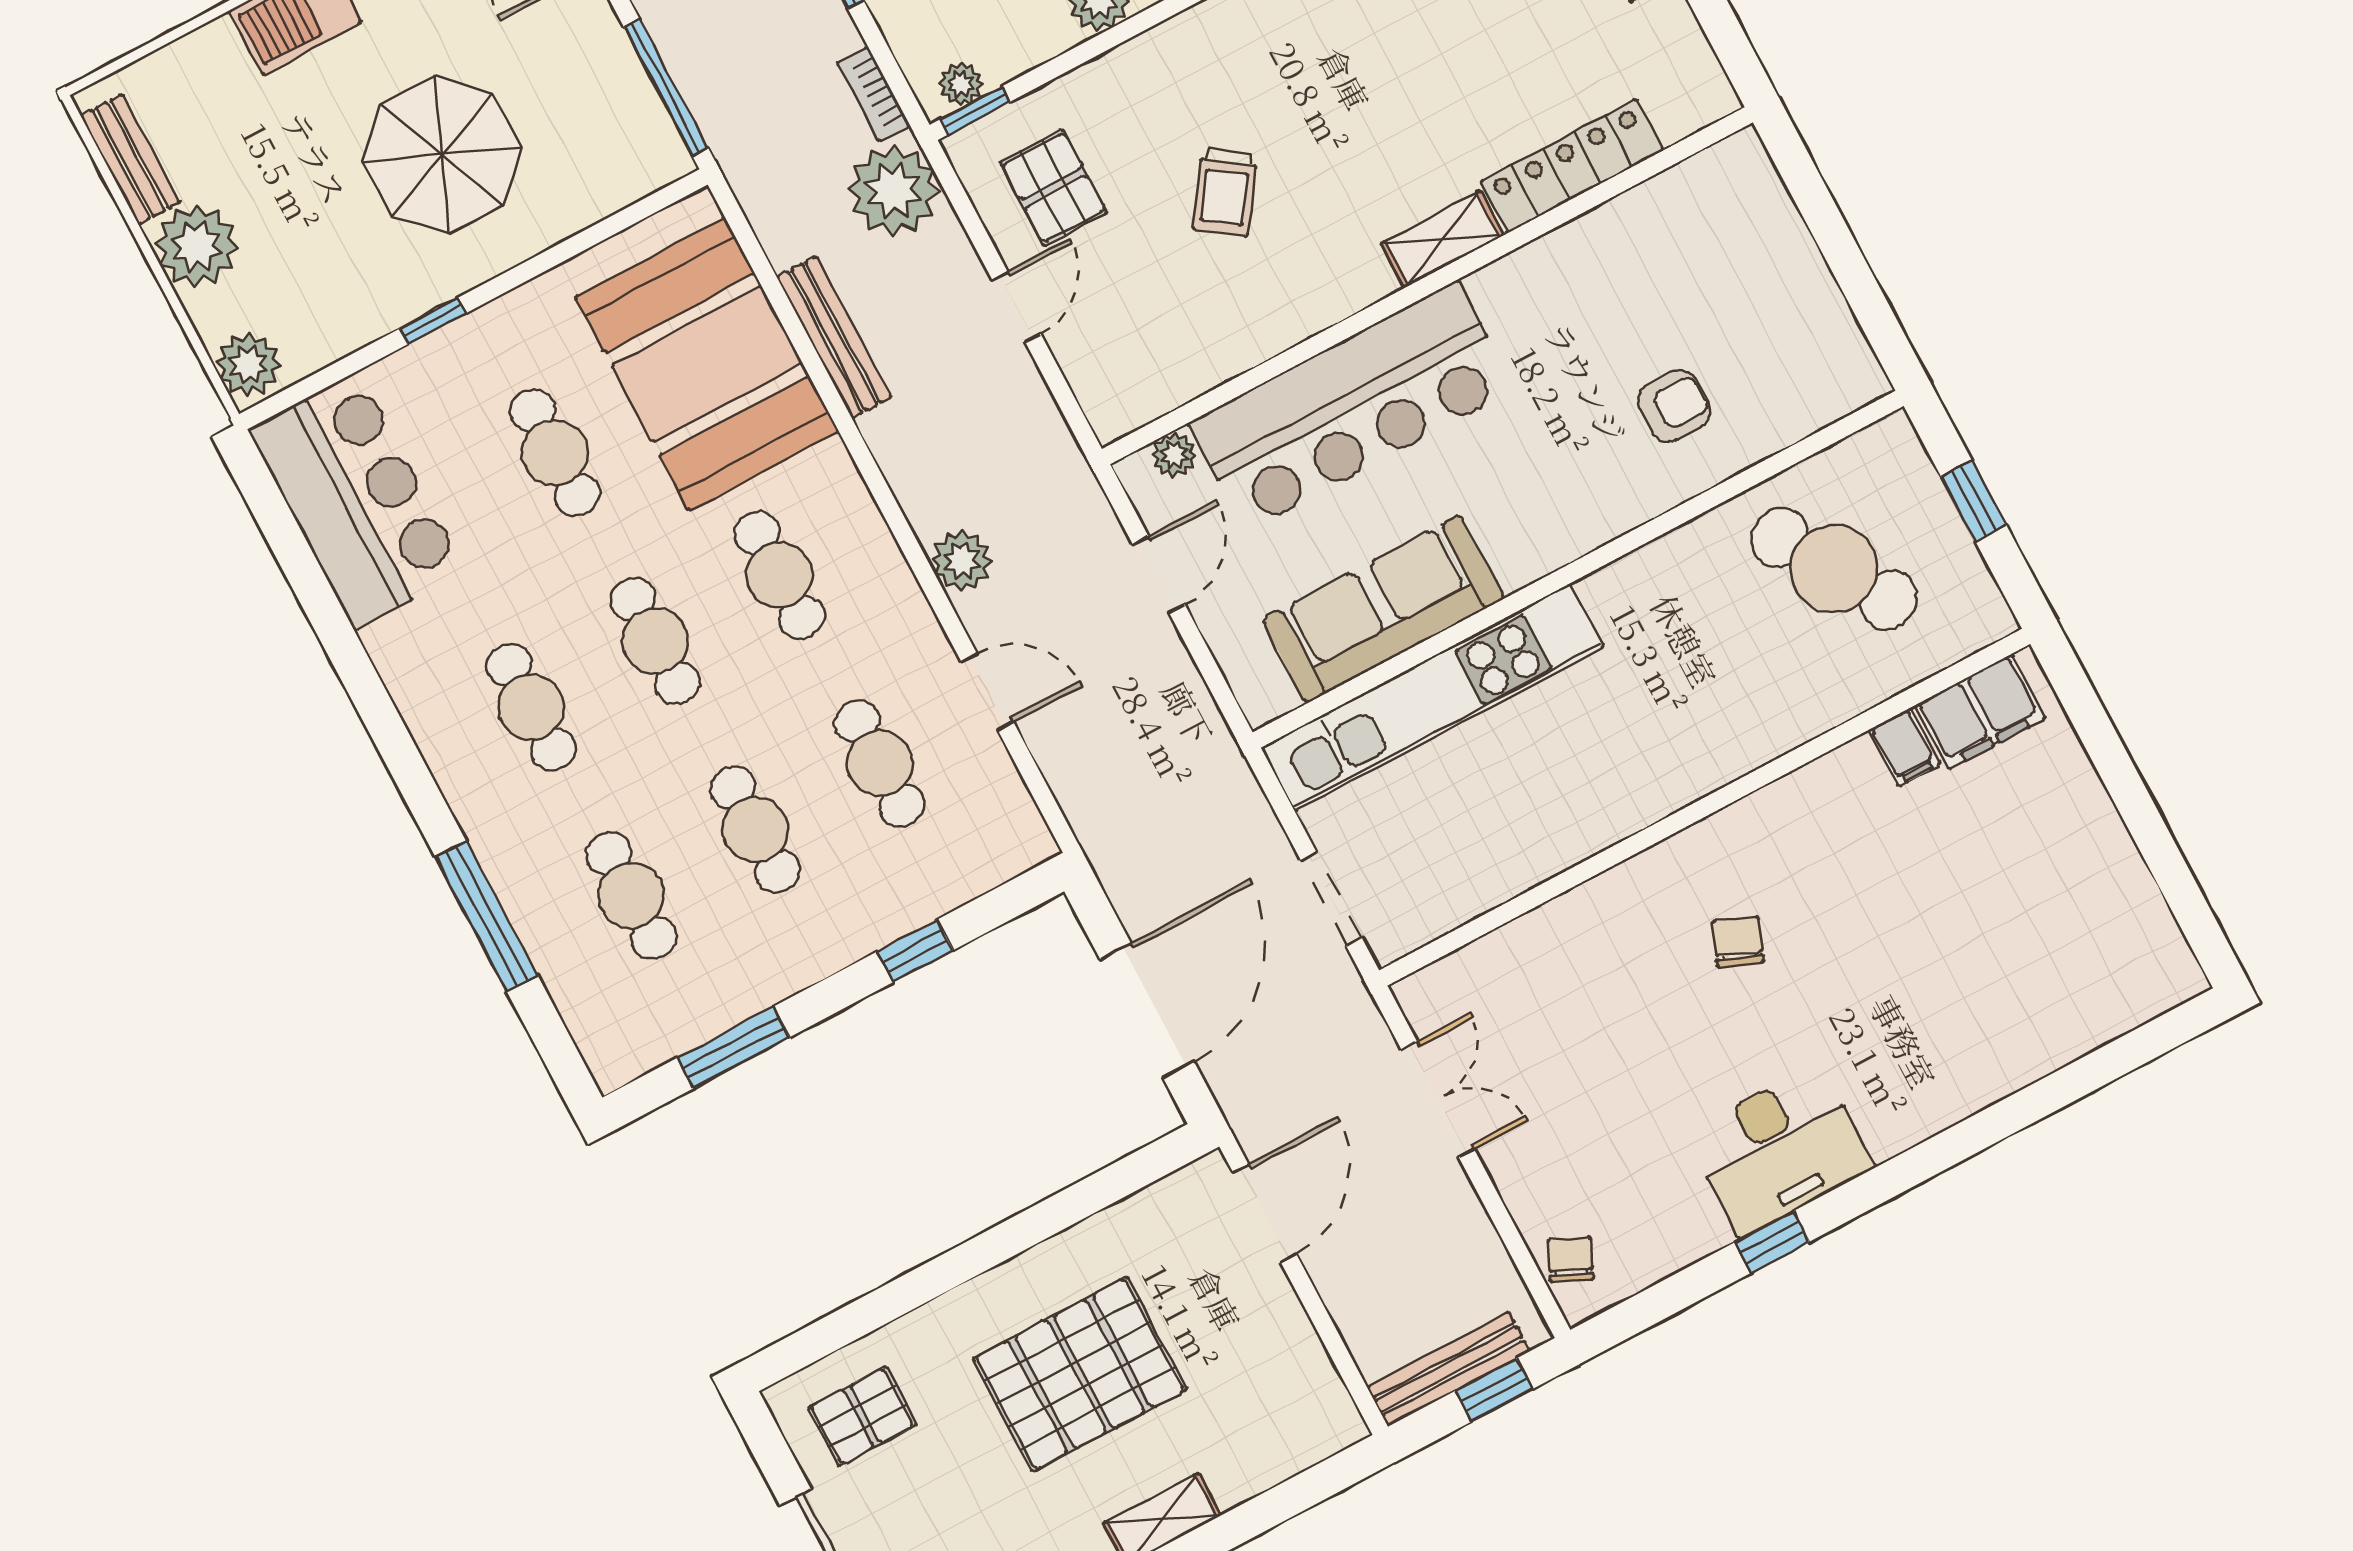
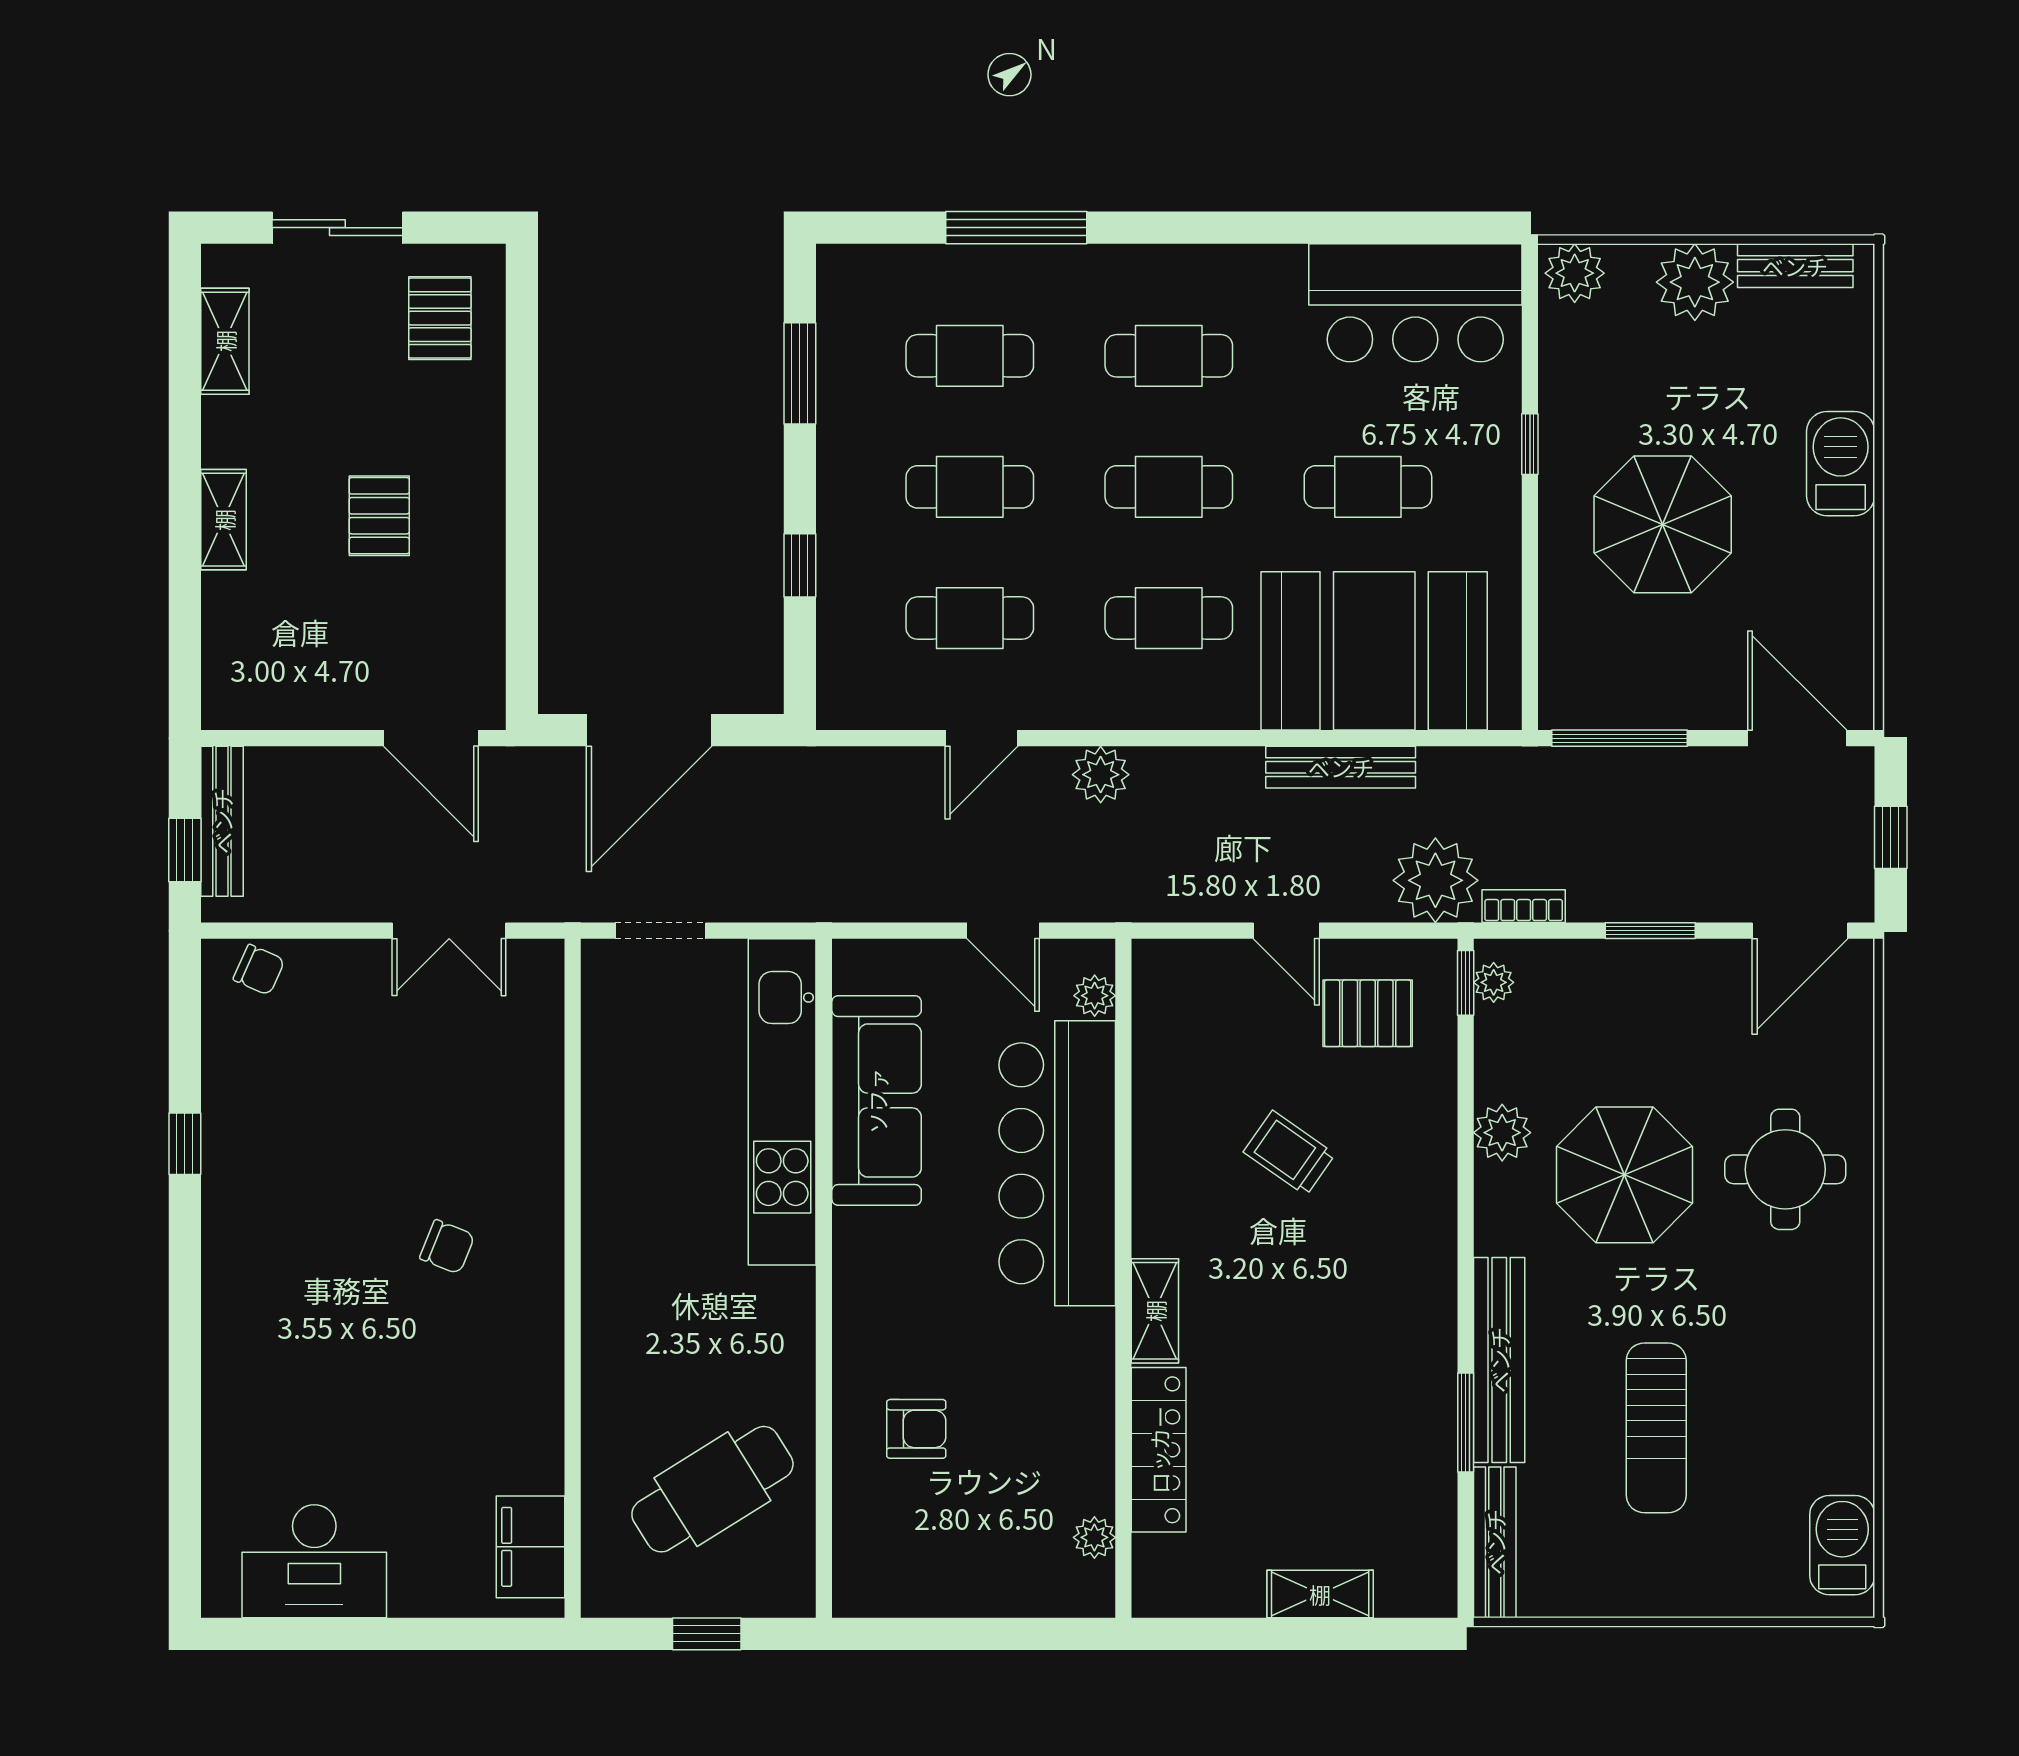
plant: (1687, 183) -> (1094, 1537), added
armchair: (1674, 406) -> (916, 1429), turned -90
filing cabinet: (1904, 747) -> (535, 1469), removed
door: (1147, 1011) -> (649, 730), hinge flipped
desk: (1780, 1150) -> (314, 1561), moved, turned -90
pallet: (1080, 1374) -> (379, 516), width x0.49, depth x0.50

